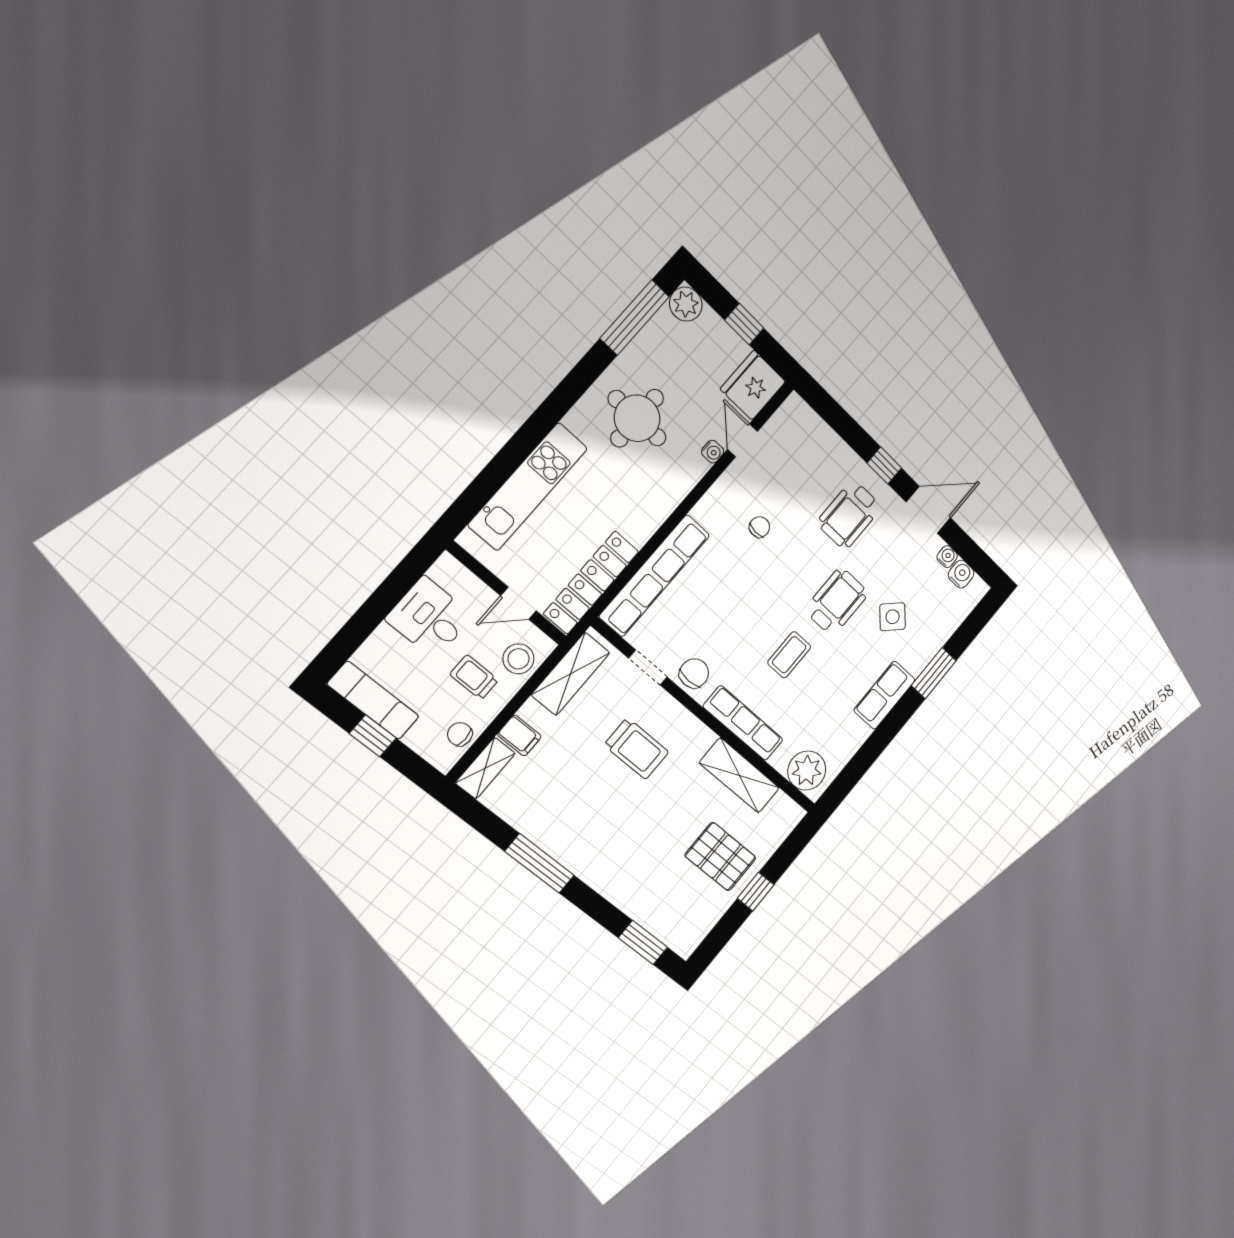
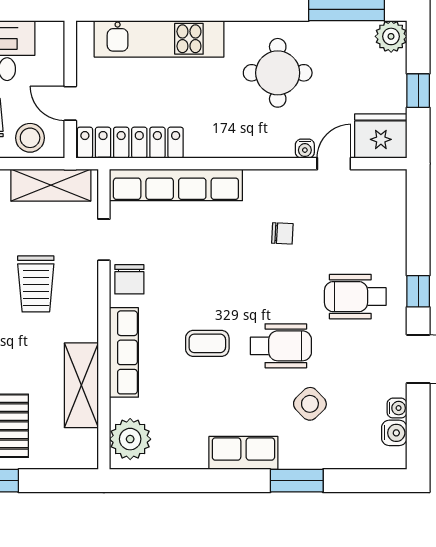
chair: (694, 673) -> (129, 279), turned 90

